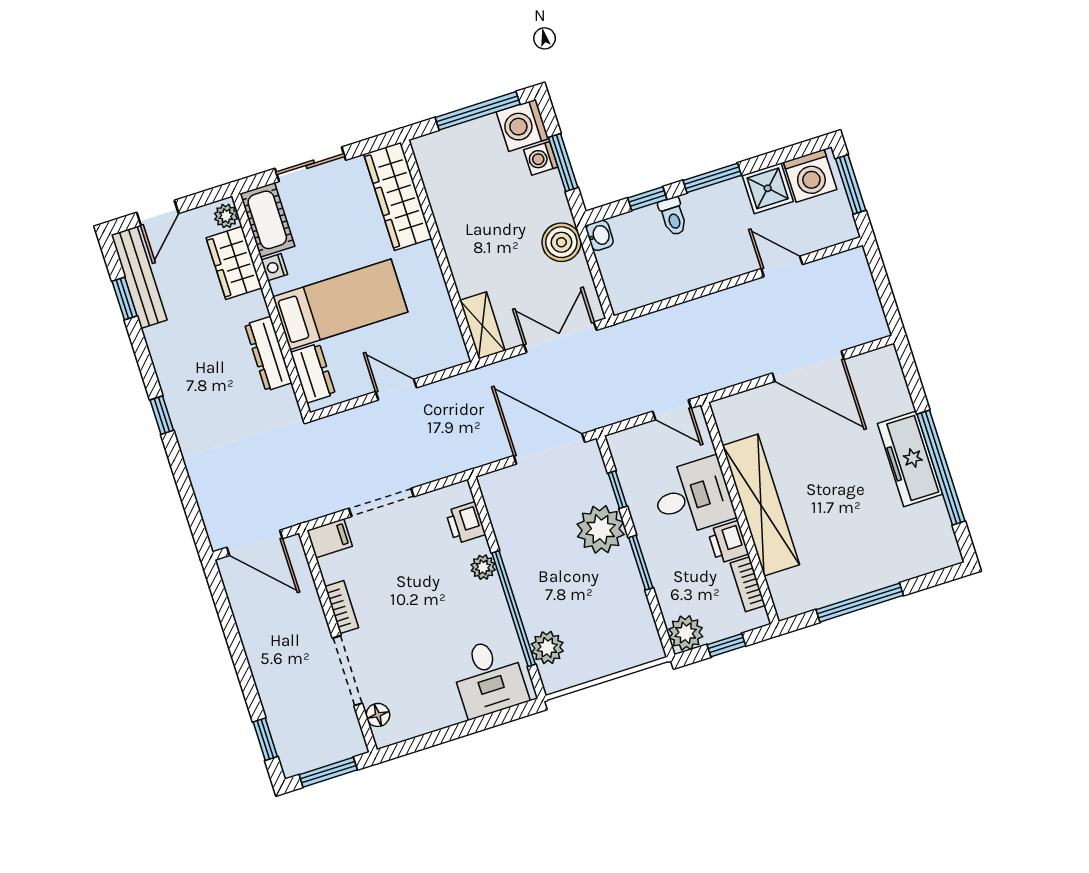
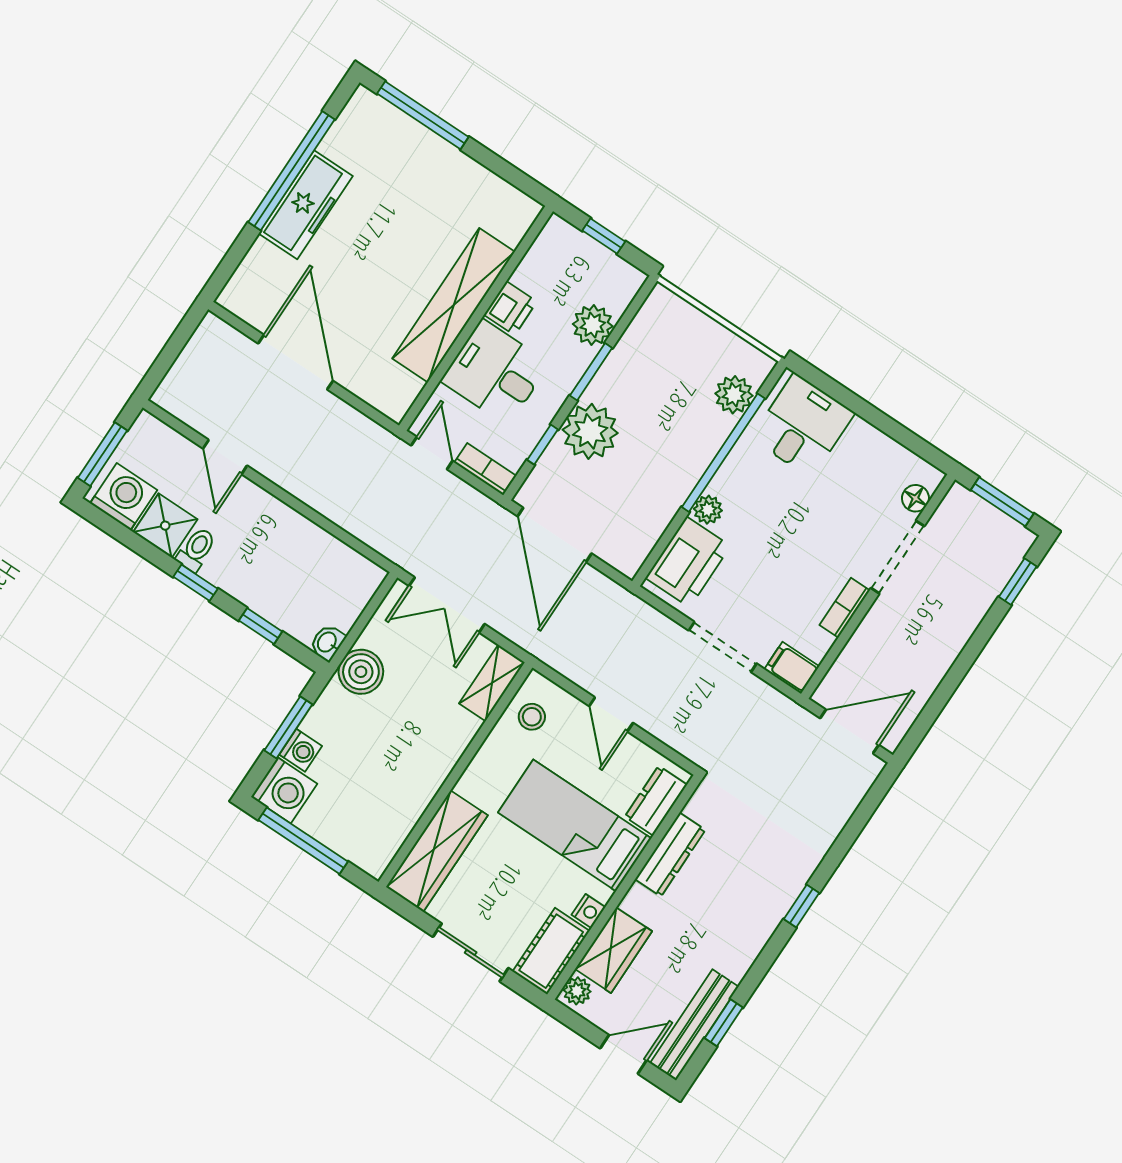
window: (712, 178) -> (195, 583), width x0.67
toilet: (673, 216) -> (196, 549), moved
stool: (438, 334) -> (532, 717), added
printer: (465, 523) -> (688, 562), width x1.87, depth x1.48
door: (255, 543) -> (850, 732), hinge flipped
bookcase: (748, 584) -> (485, 469), moved, turned -90
window: (860, 603) -> (423, 115), moved
plant: (686, 633) -> (593, 325), moved

